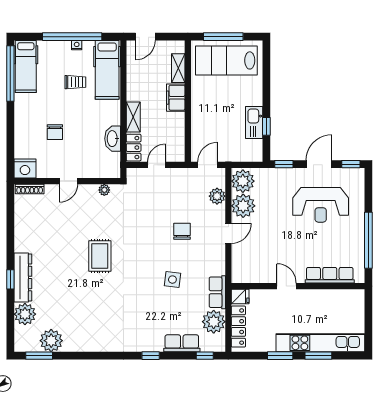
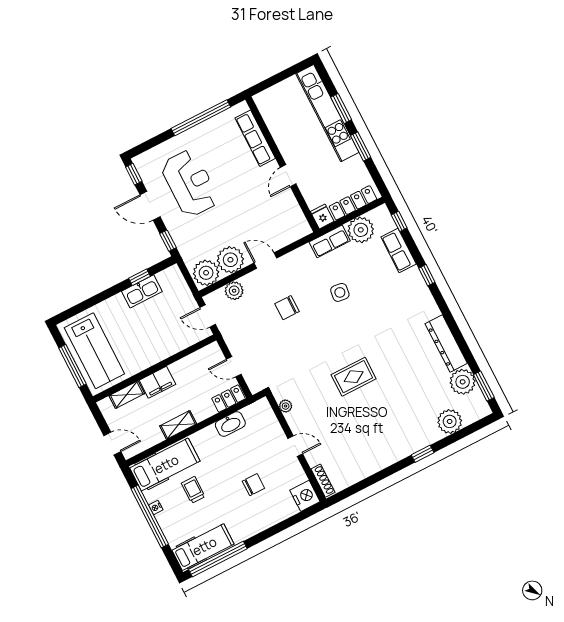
shelving: (133, 117) -> (178, 425), moved
dresser: (23, 277) -> (446, 344), moved, turned -90

